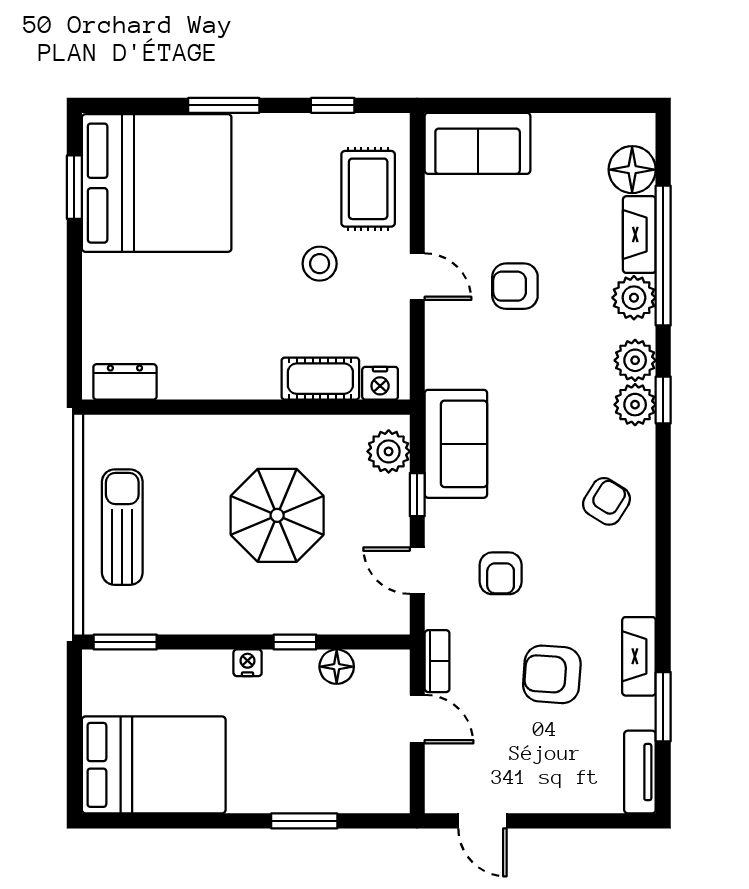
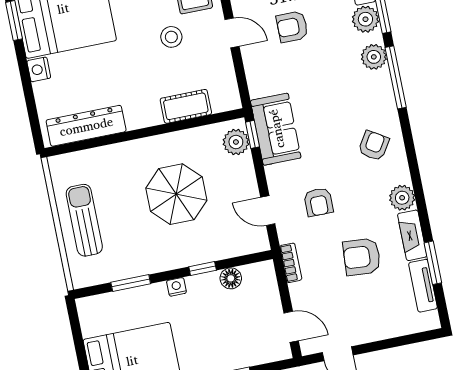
dresser: (125, 382) -> (86, 126), width x1.96, depth x1.24
nightstand: (380, 383) -> (39, 69), moved, turned 90
window: (663, 400) -> (396, 77), width x2.17
plant: (635, 405) -> (402, 198), moved
window: (417, 495) -> (252, 134), moved
window: (125, 642) -> (131, 283), moved
door: (417, 719) -> (291, 327), moved
tv unit: (640, 772) -> (423, 286), moved

